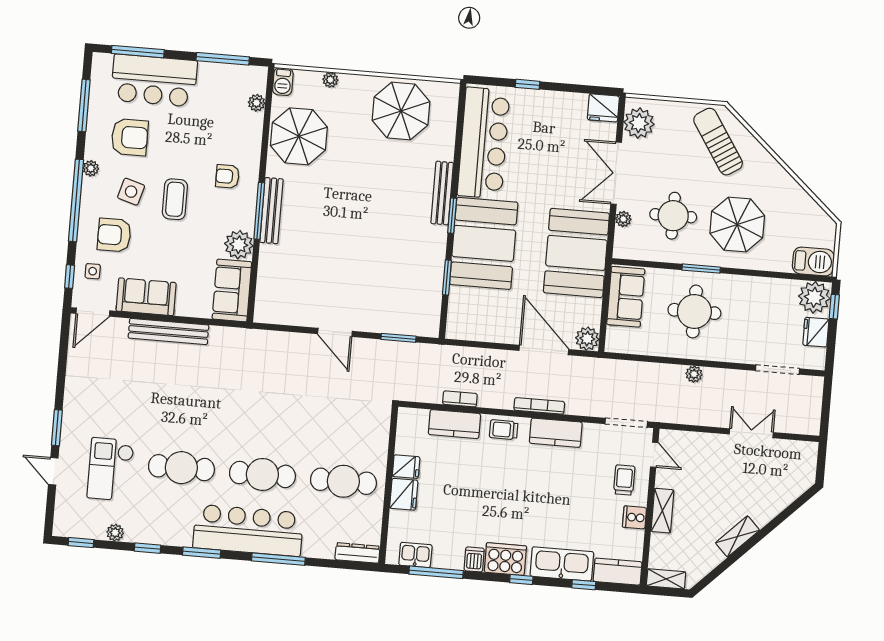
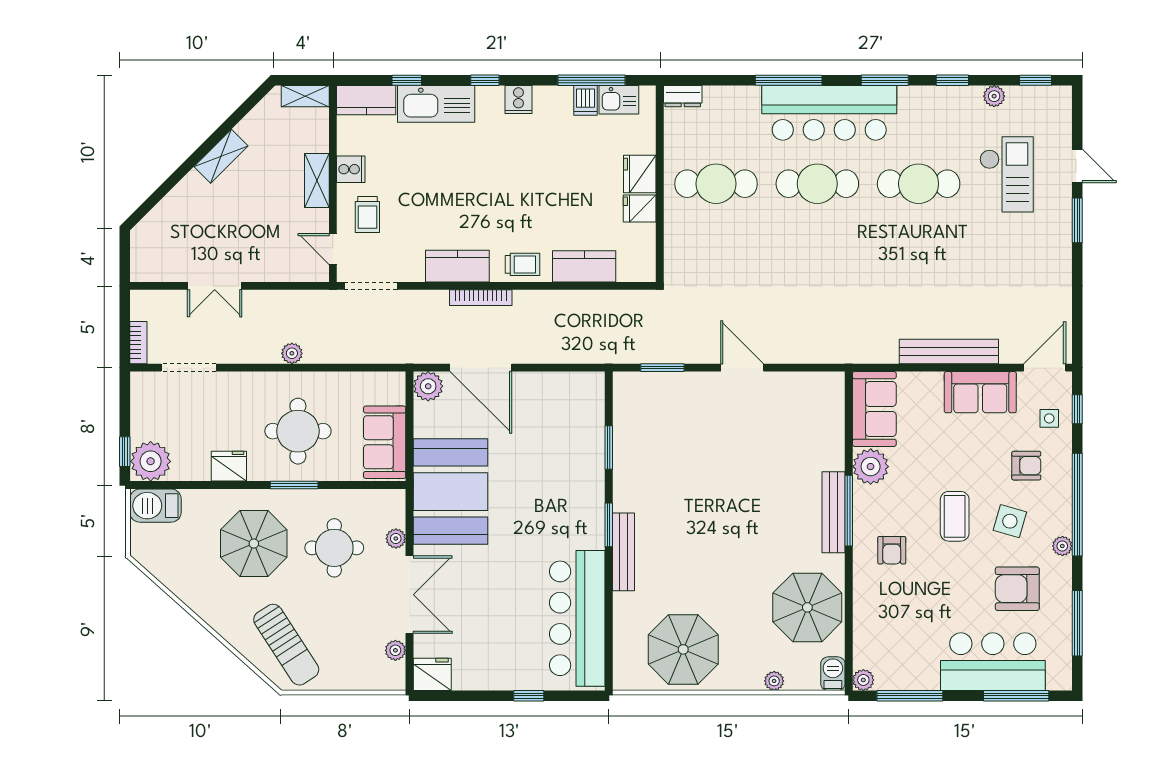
plant: (257, 103) -> (863, 680), moved
plant: (639, 123) -> (395, 650), width x0.53, depth x0.53
armchair: (227, 176) -> (892, 550), turned 90
armchair: (114, 235) -> (1026, 466), width x0.72, depth x0.72
booth: (484, 243) -> (567, 494), removed
fridge: (816, 332) -> (229, 466), moved, turned -90
bookcase: (460, 399) -> (138, 343), moved, turned -90
dresser: (357, 553) -> (683, 96), width x0.70
dishwasher: (474, 559) -> (585, 100), moved
cooker: (505, 559) -> (518, 100), width x0.53, depth x0.76

